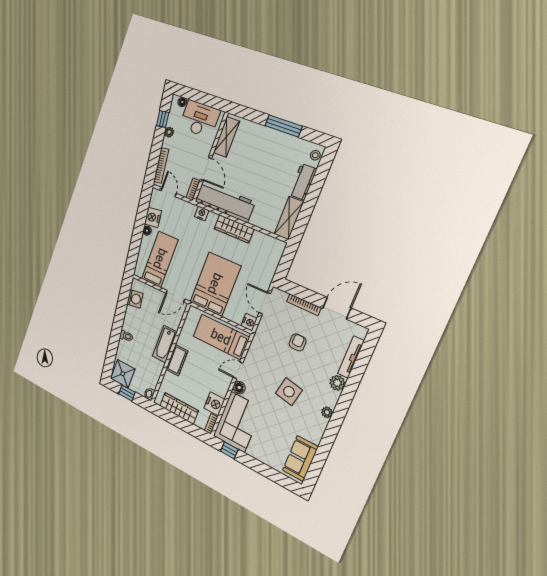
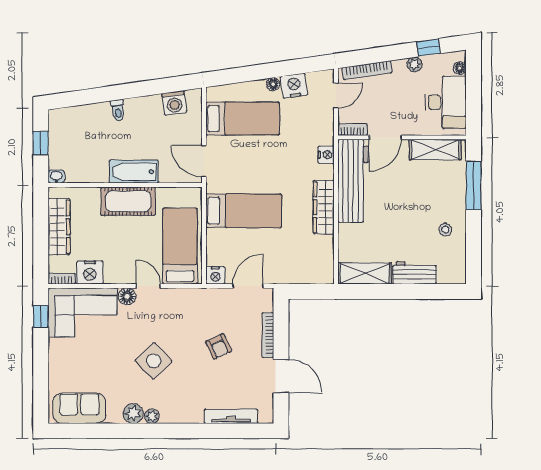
window: (284, 126) -> (474, 185), moved
stool: (315, 155) -> (445, 230), moved
bed: (215, 284) -> (244, 211), width x0.67
armchair: (298, 342) -> (219, 346), turned 65
cot: (177, 360) -> (128, 201), width x1.37, depth x1.34
shower: (123, 374) -> (64, 126), removed
plant: (337, 383) -> (133, 414), moved
side table: (289, 392) -> (154, 361), turned 36

